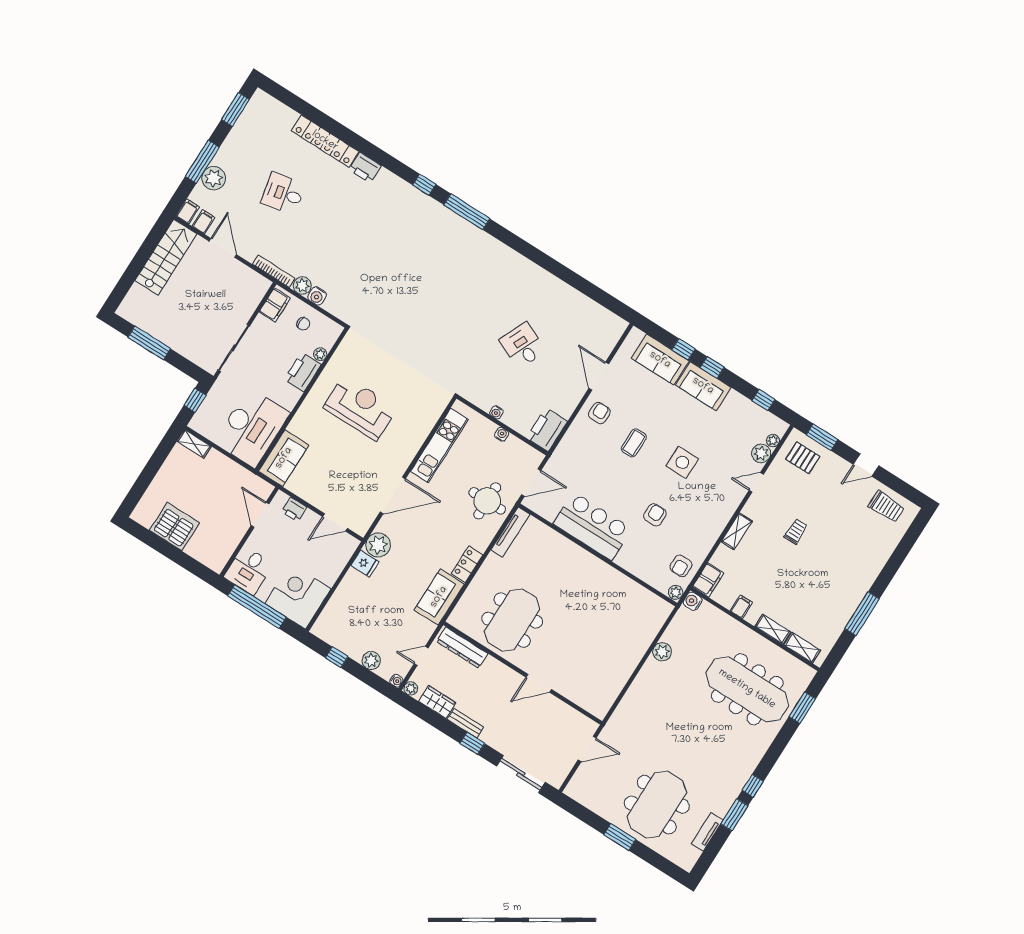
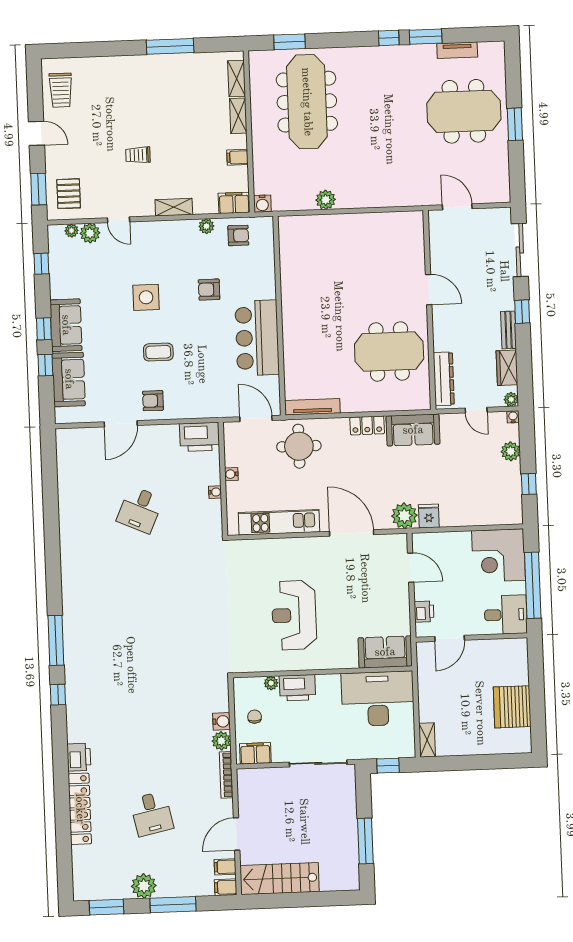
plant: (214, 178) -> (144, 886), moved
trolley: (886, 507) -> (61, 90), turned 180
plant: (676, 592) -> (206, 226), moved

